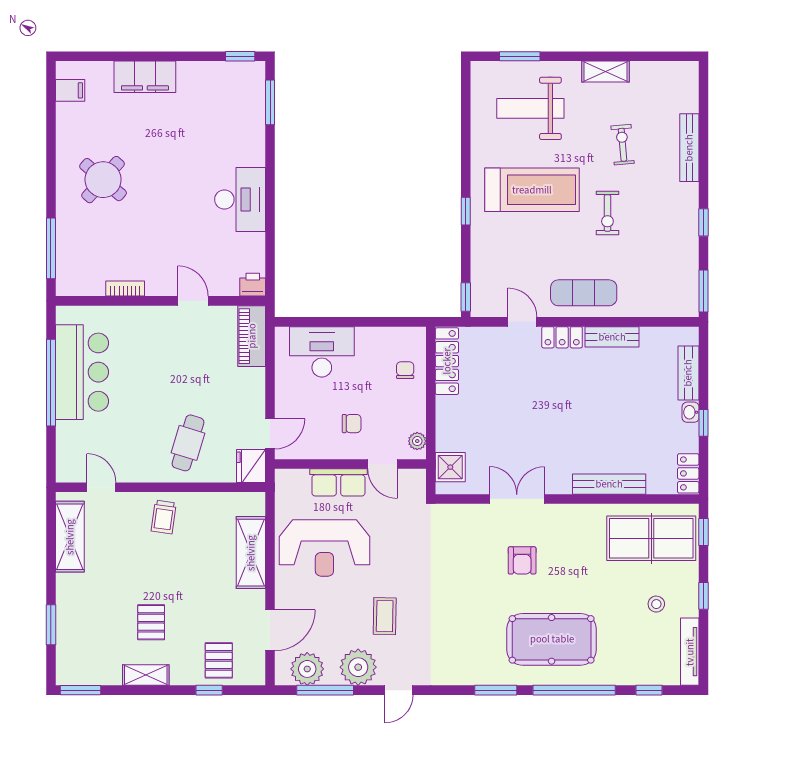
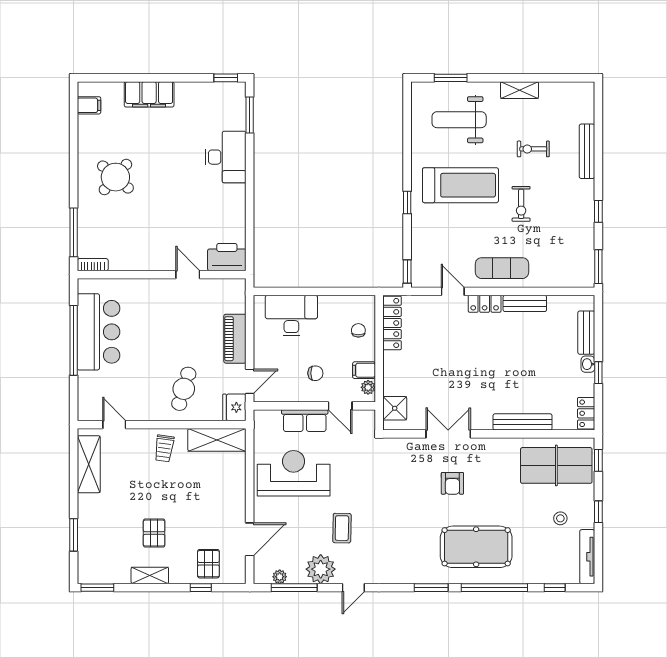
exercise bike: (623, 145) -> (533, 149), turned -85
desk: (240, 199) -> (226, 157), moved
printer: (253, 285) -> (227, 257), width x1.87, depth x1.48
bookcase: (125, 289) -> (93, 265), moved
piano: (252, 336) -> (235, 339), moved
filing cabinet: (412, 420) -> (364, 370), added
reception desk: (324, 548) -> (294, 473), turned 180
shelving: (251, 553) -> (217, 440), moved, turned 90
plant: (307, 669) -> (280, 577), width x0.53, depth x0.53

